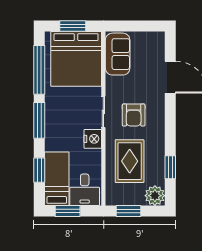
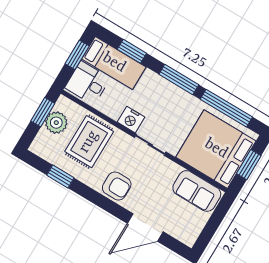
armchair: (134, 115) -> (117, 186), moved, turned 180
rug: (130, 161) -> (89, 142), turned 90
plant: (155, 196) -> (56, 123), moved

